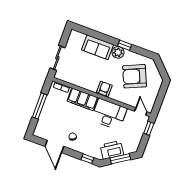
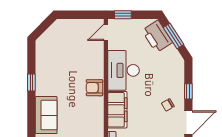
plant: (118, 52) -> (43, 87), removed
armchair: (135, 76) -> (65, 56), removed
printer: (112, 150) -> (157, 36), moved
window: (87, 159) -> (188, 91), moved

